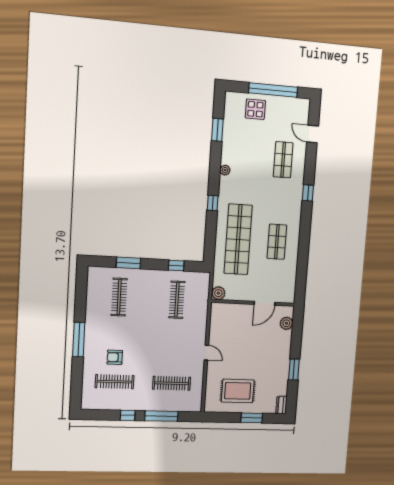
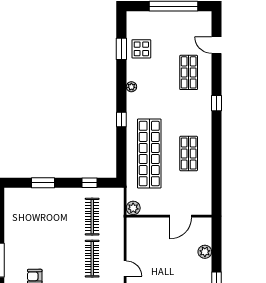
display table: (255, 109) -> (141, 49), moved
clothes rail: (119, 297) -> (92, 259), moved
plant: (286, 323) -> (205, 252), moved

